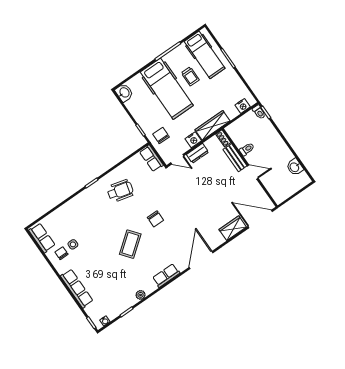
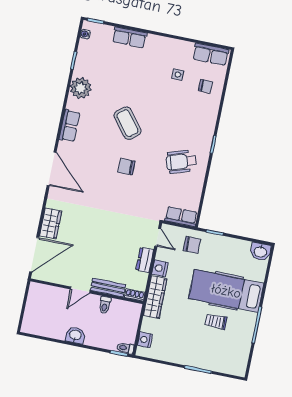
hospital bed: (205, 55) -> (221, 353), removed
door: (177, 159) -> (158, 237), swing flipped
washbasin: (295, 167) -> (75, 335), moved
wheelchair: (120, 191) -> (181, 162), turned 58
chair: (61, 253) -> (205, 86), moved
row of seats: (77, 289) -> (130, 37), width x0.68
plant: (141, 295) -> (81, 88), width x1.87, depth x1.87

